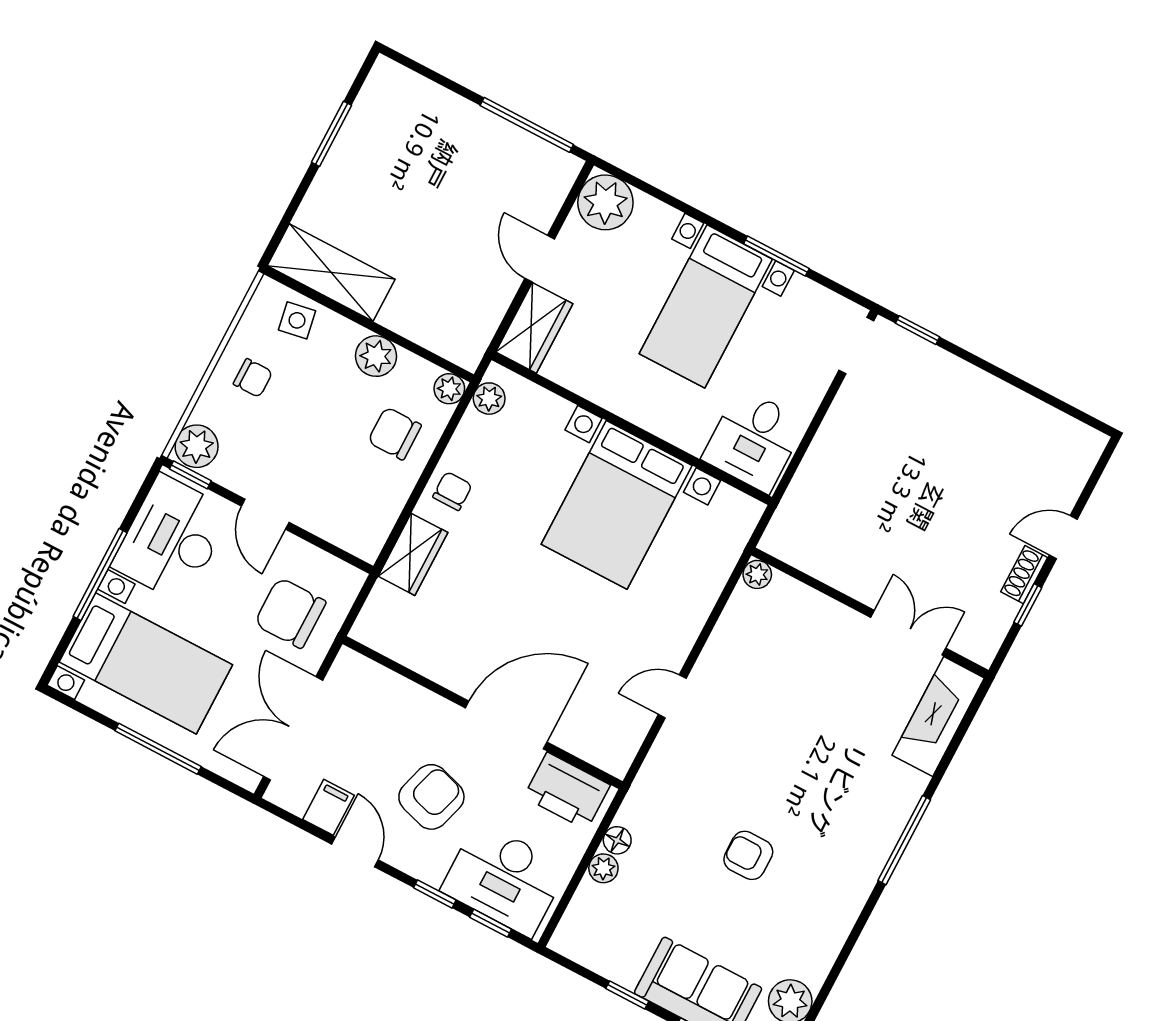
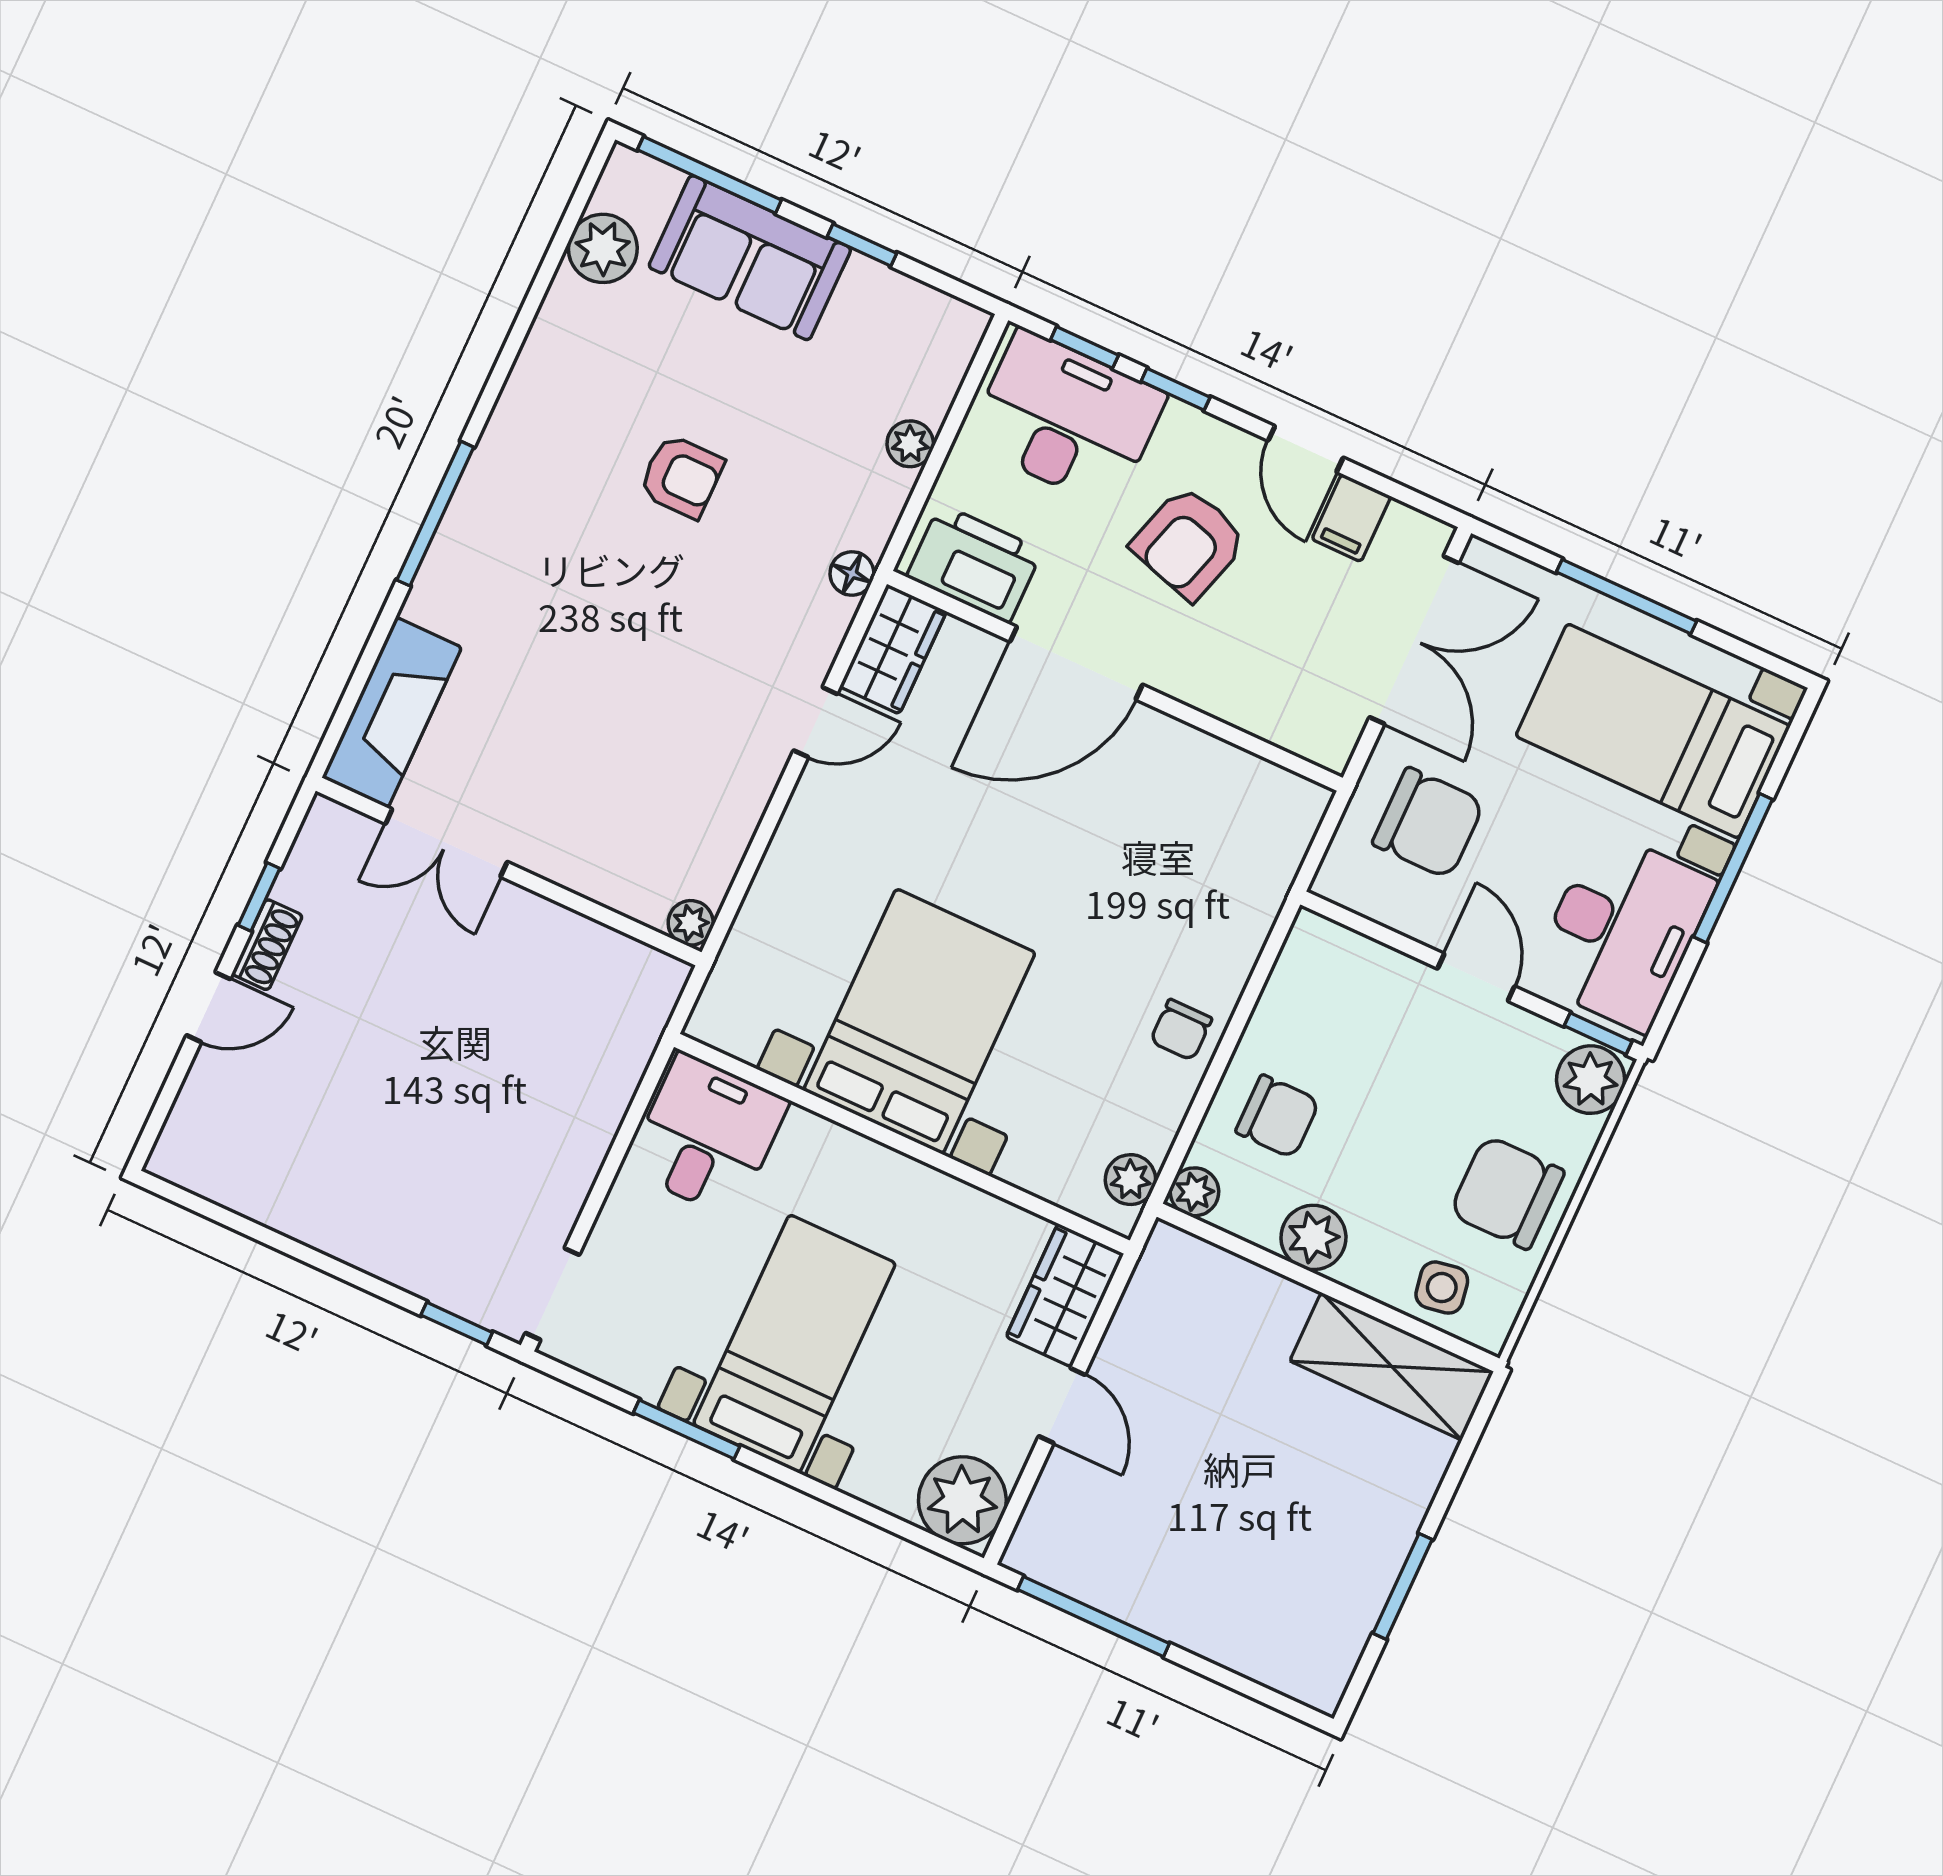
chair: (253, 378) -> (1507, 1192), width x1.87, depth x1.87
wardrobe: (413, 554) -> (893, 649), moved, turned 180
floor lamp: (617, 840) -> (852, 574), moved

